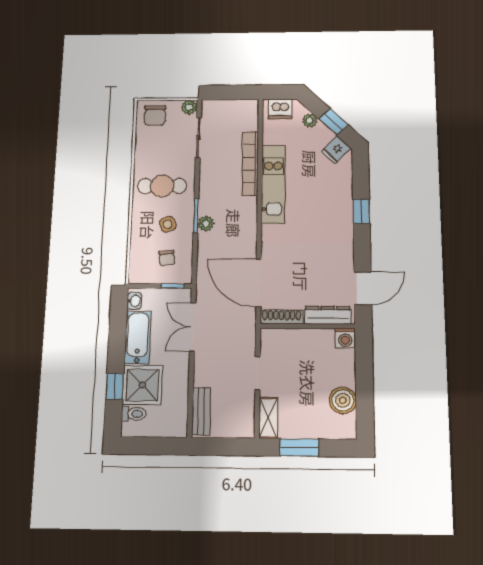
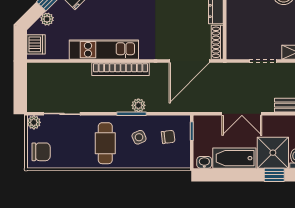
bookcase: (250, 164) -> (120, 69), moved
double door: (193, 327) -> (242, 114), moved

